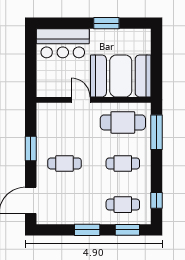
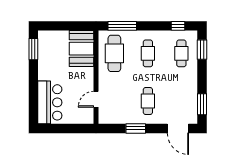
window: (106, 23) -> (33, 49), moved
booth: (121, 76) -> (82, 49), width x0.73, depth x0.70
door: (81, 100) -> (96, 99), moved
window: (87, 230) -> (202, 104), moved

